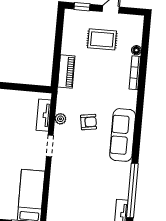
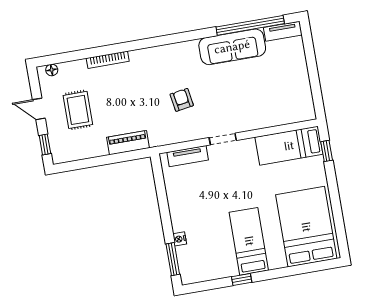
floor lamp: (136, 50) -> (52, 70), moved
plant: (60, 119) -> (187, 135), removed
sofa: (123, 135) -> (232, 47), moved

